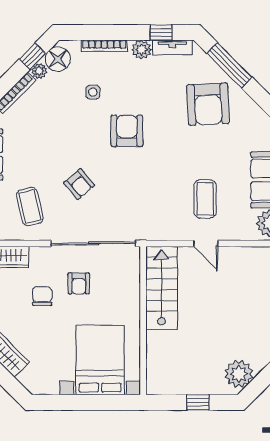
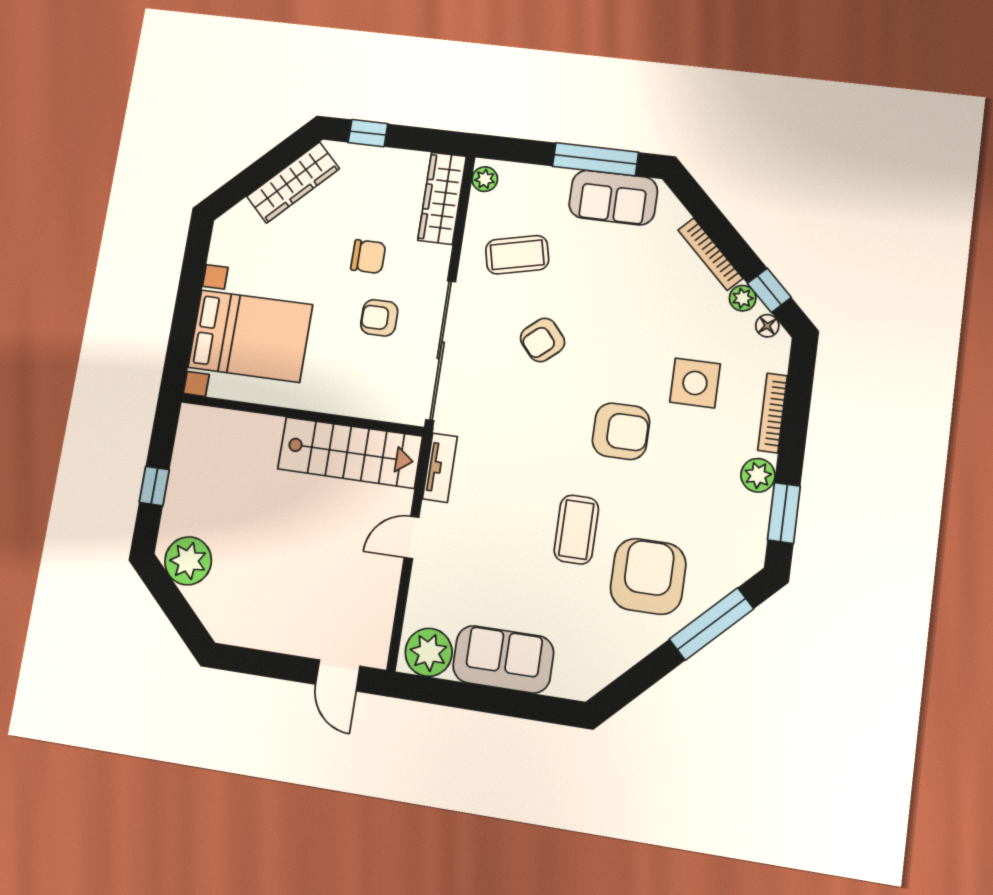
window: (161, 32) -> (784, 513), width x1.50
tv unit: (172, 47) -> (440, 468), moved, turned 180
floor lamp: (58, 59) -> (767, 326), width x0.53, depth x0.53
side table: (93, 92) -> (695, 383), width x1.87, depth x1.87
armchair: (208, 104) -> (648, 576), turned 93
coffee table: (205, 199) -> (576, 530), moved, turned 90

